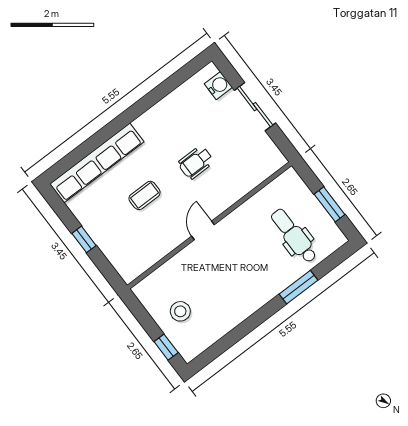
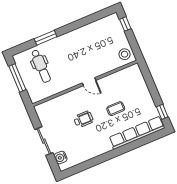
window: (330, 204) -> (17, 78), width x1.44
door: (203, 230) -> (89, 82), hinge flipped
window: (84, 239) -> (162, 112), moved
stool: (180, 311) -> (125, 54), moved

